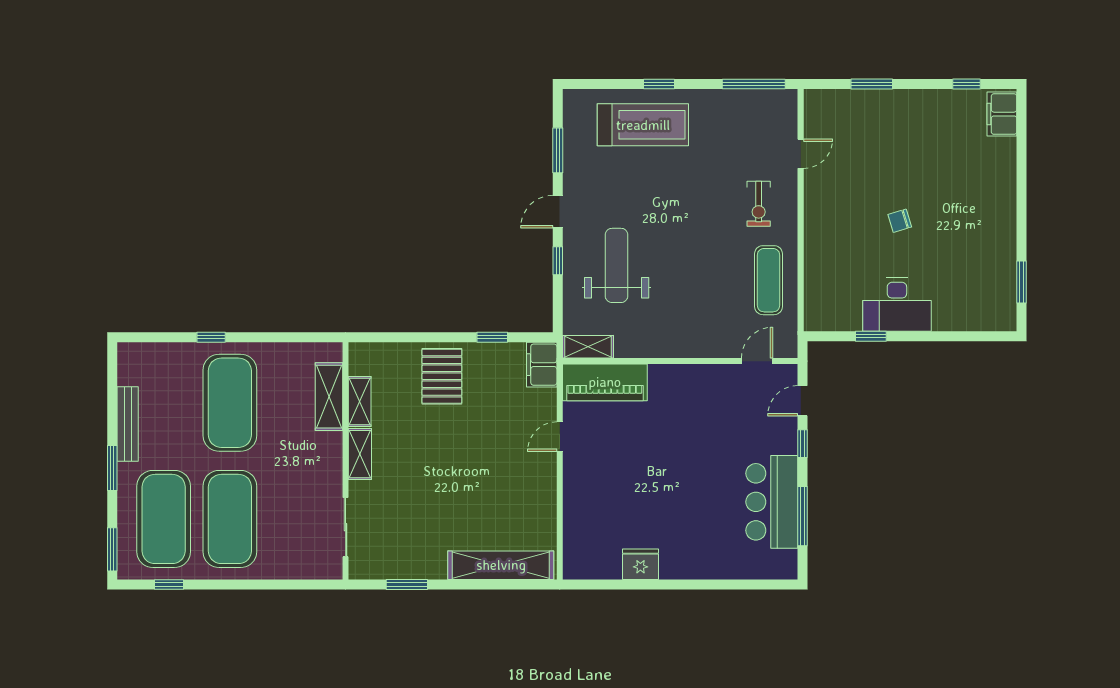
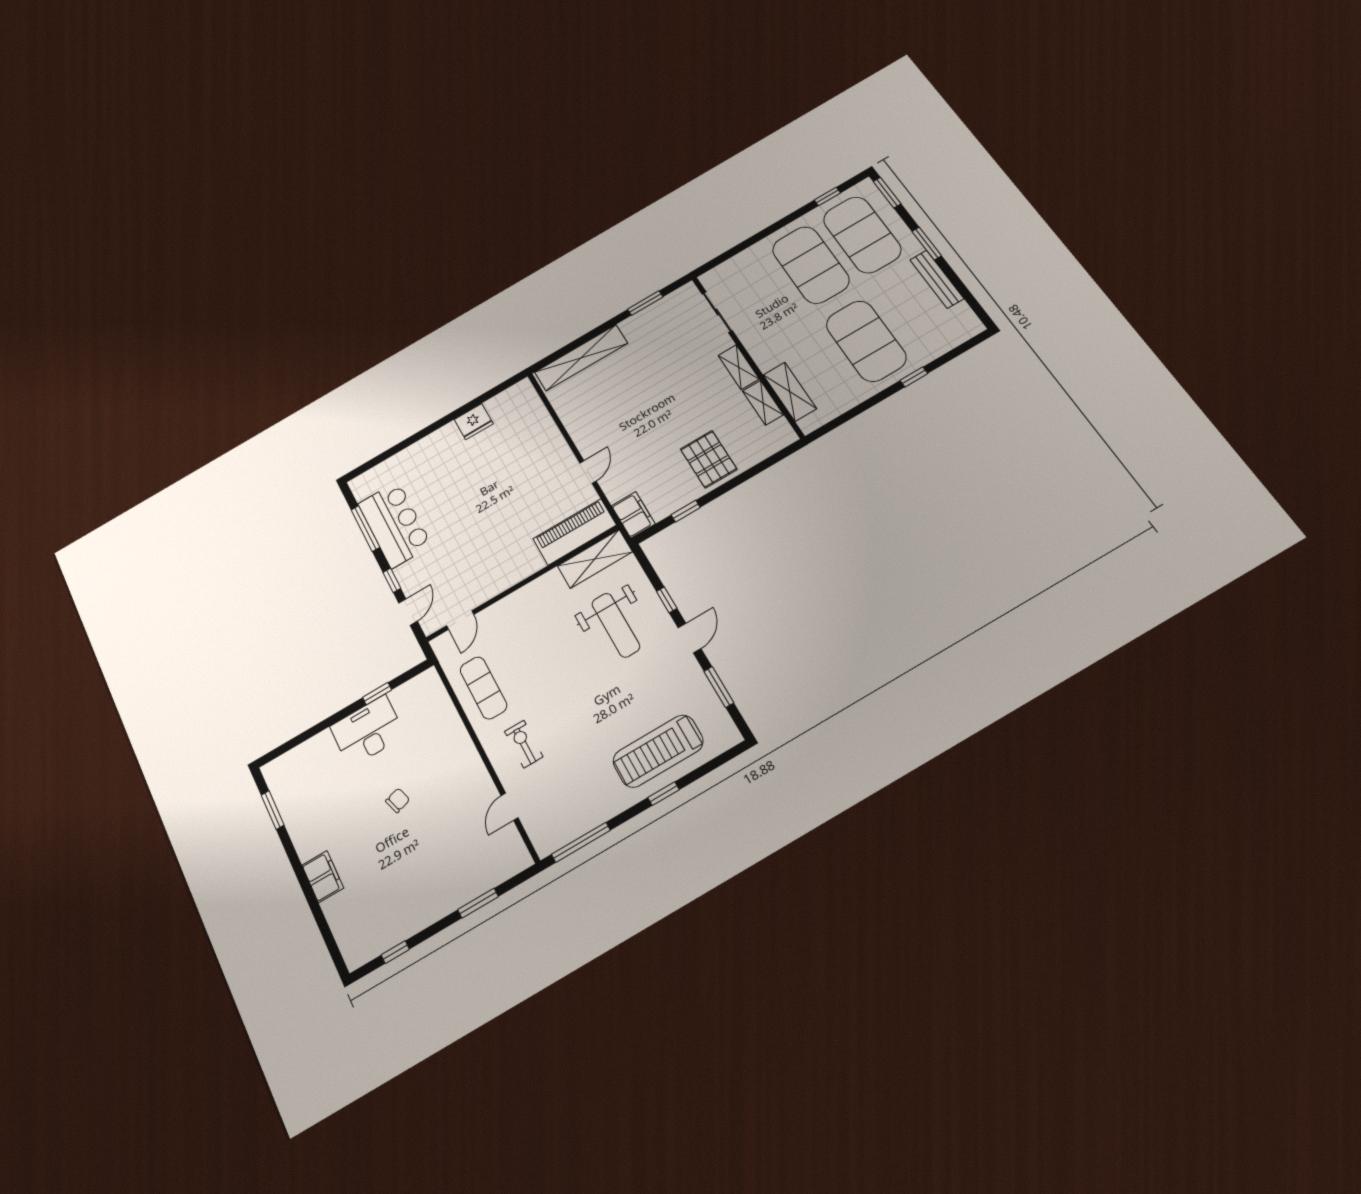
filing cabinet: (1002, 114) -> (323, 877), moved
shelving: (588, 347) -> (595, 559), width x1.50, depth x1.33

